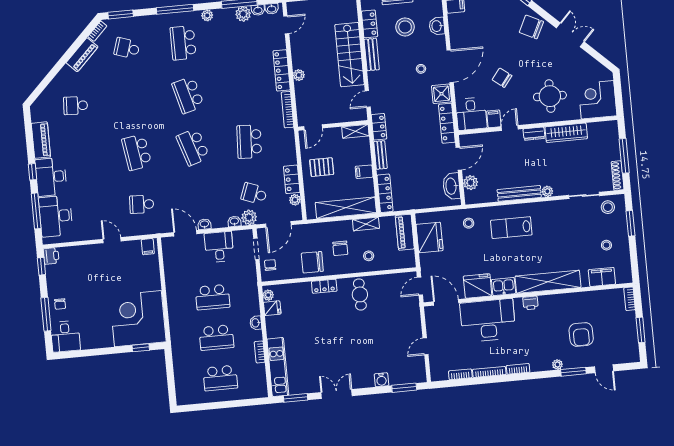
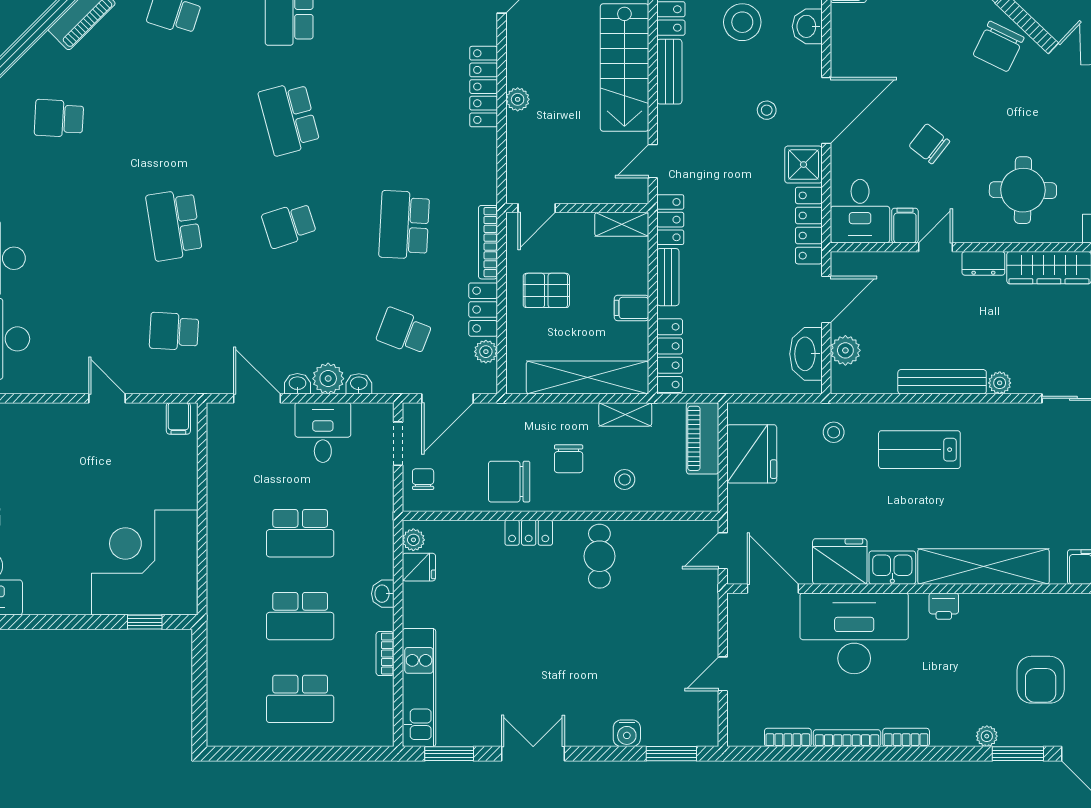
chair: (531, 27) -> (999, 46), turned -90
bookcase: (287, 110) -> (488, 242), moved
school desk: (193, 147) -> (289, 225), width x0.54
plant: (249, 217) -> (328, 379), moved

